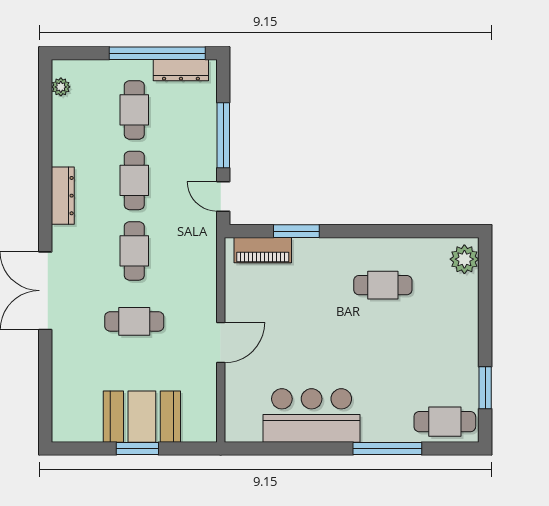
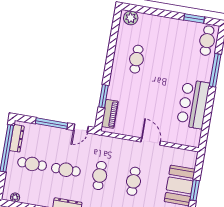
cafe table: (134, 251) -> (100, 176), turned 90

